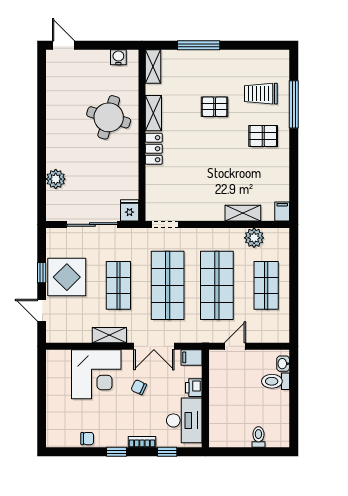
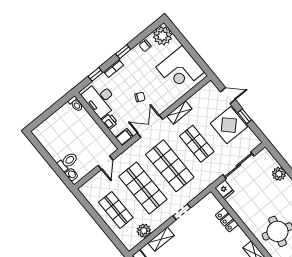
locker: (154, 149) -> (227, 220), moved
doorway: (165, 224) -> (182, 212), moved
corner desk: (96, 374) -> (180, 70), moved, turned -90
plant: (59, 434) -> (162, 36), added
toilet: (258, 437) -> (76, 104), moved

